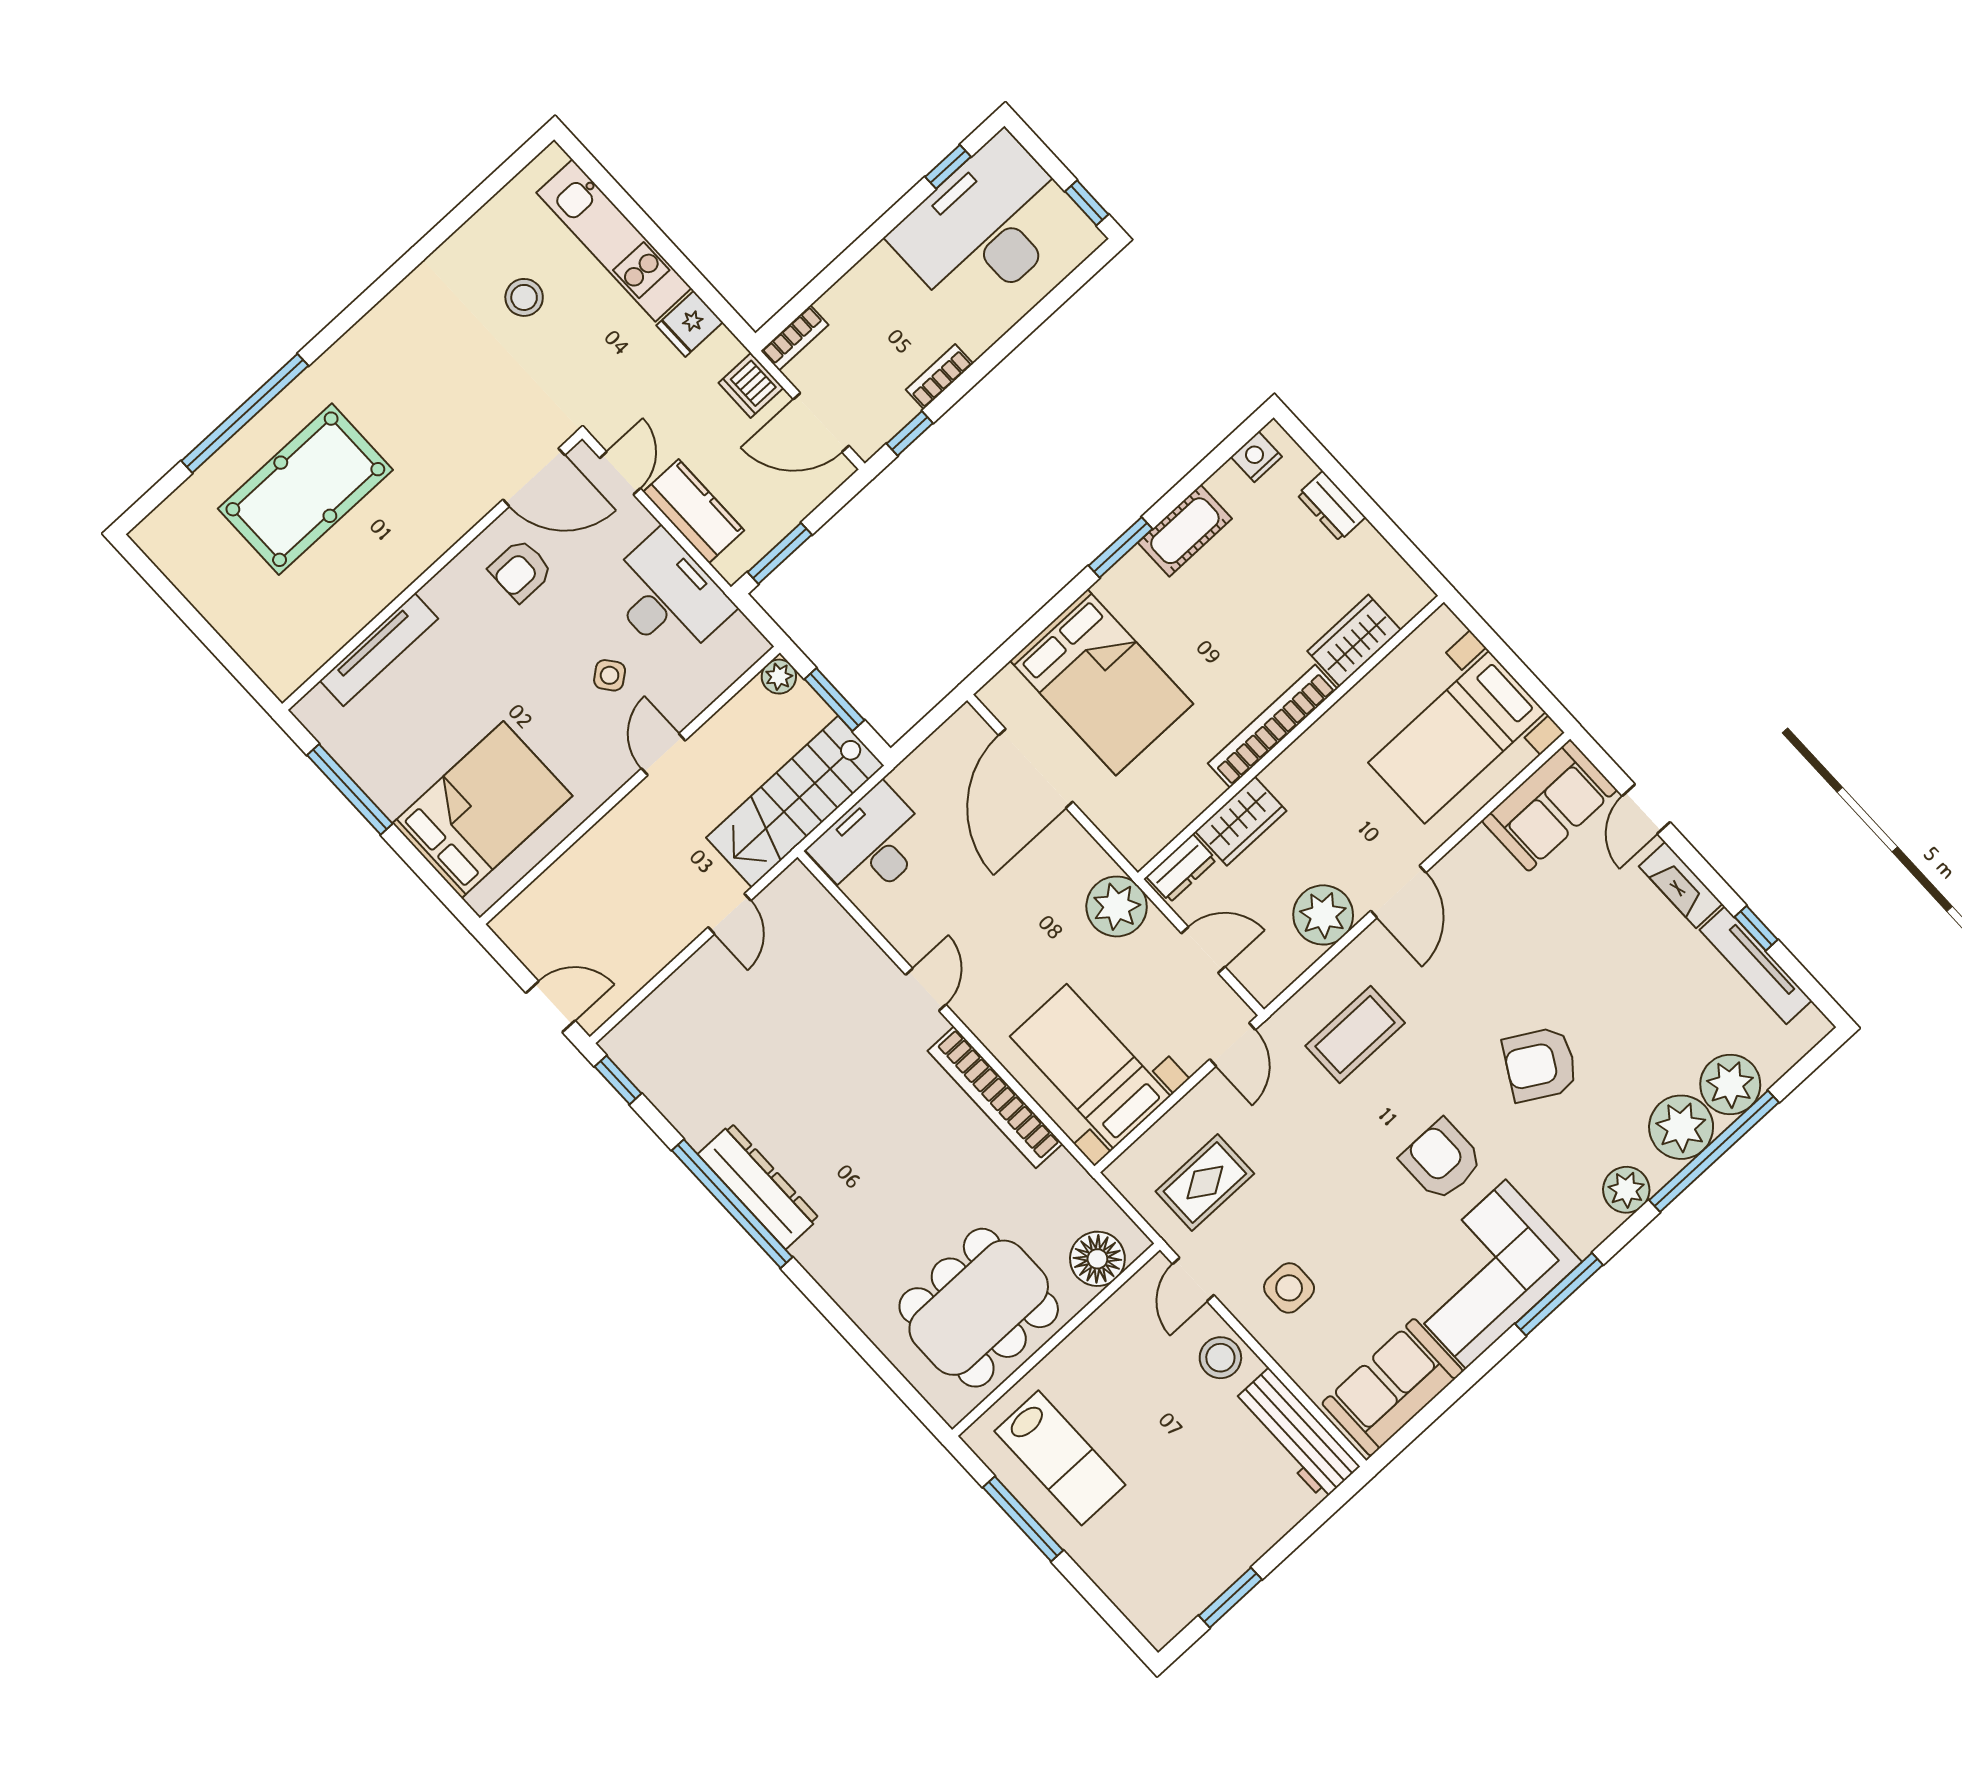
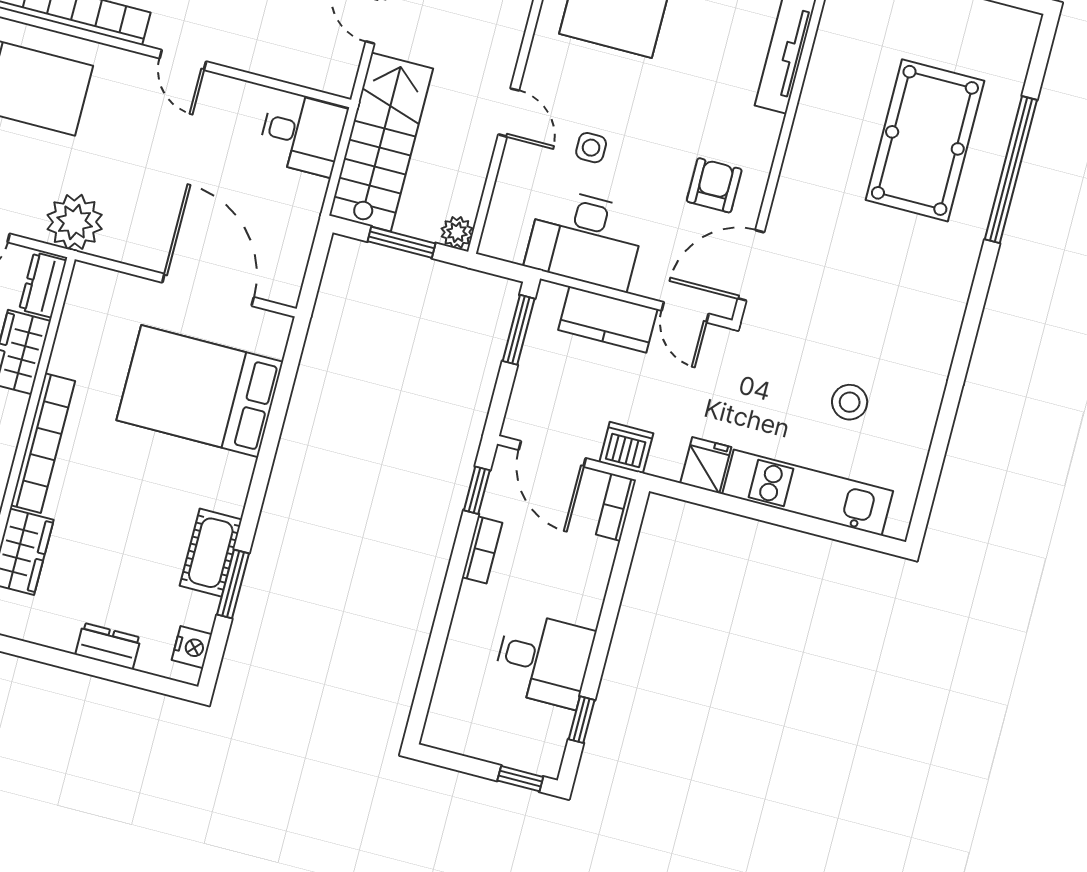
window: (1087, 203) -> (520, 779), moved
desk: (985, 227) -> (544, 660), width x0.53, depth x0.77
door: (821, 422) -> (552, 454), swing flipped
window: (1121, 547) -> (233, 584), moved
side table: (610, 675) -> (591, 148), turned 38
desk: (872, 845) -> (302, 134), width x0.73

